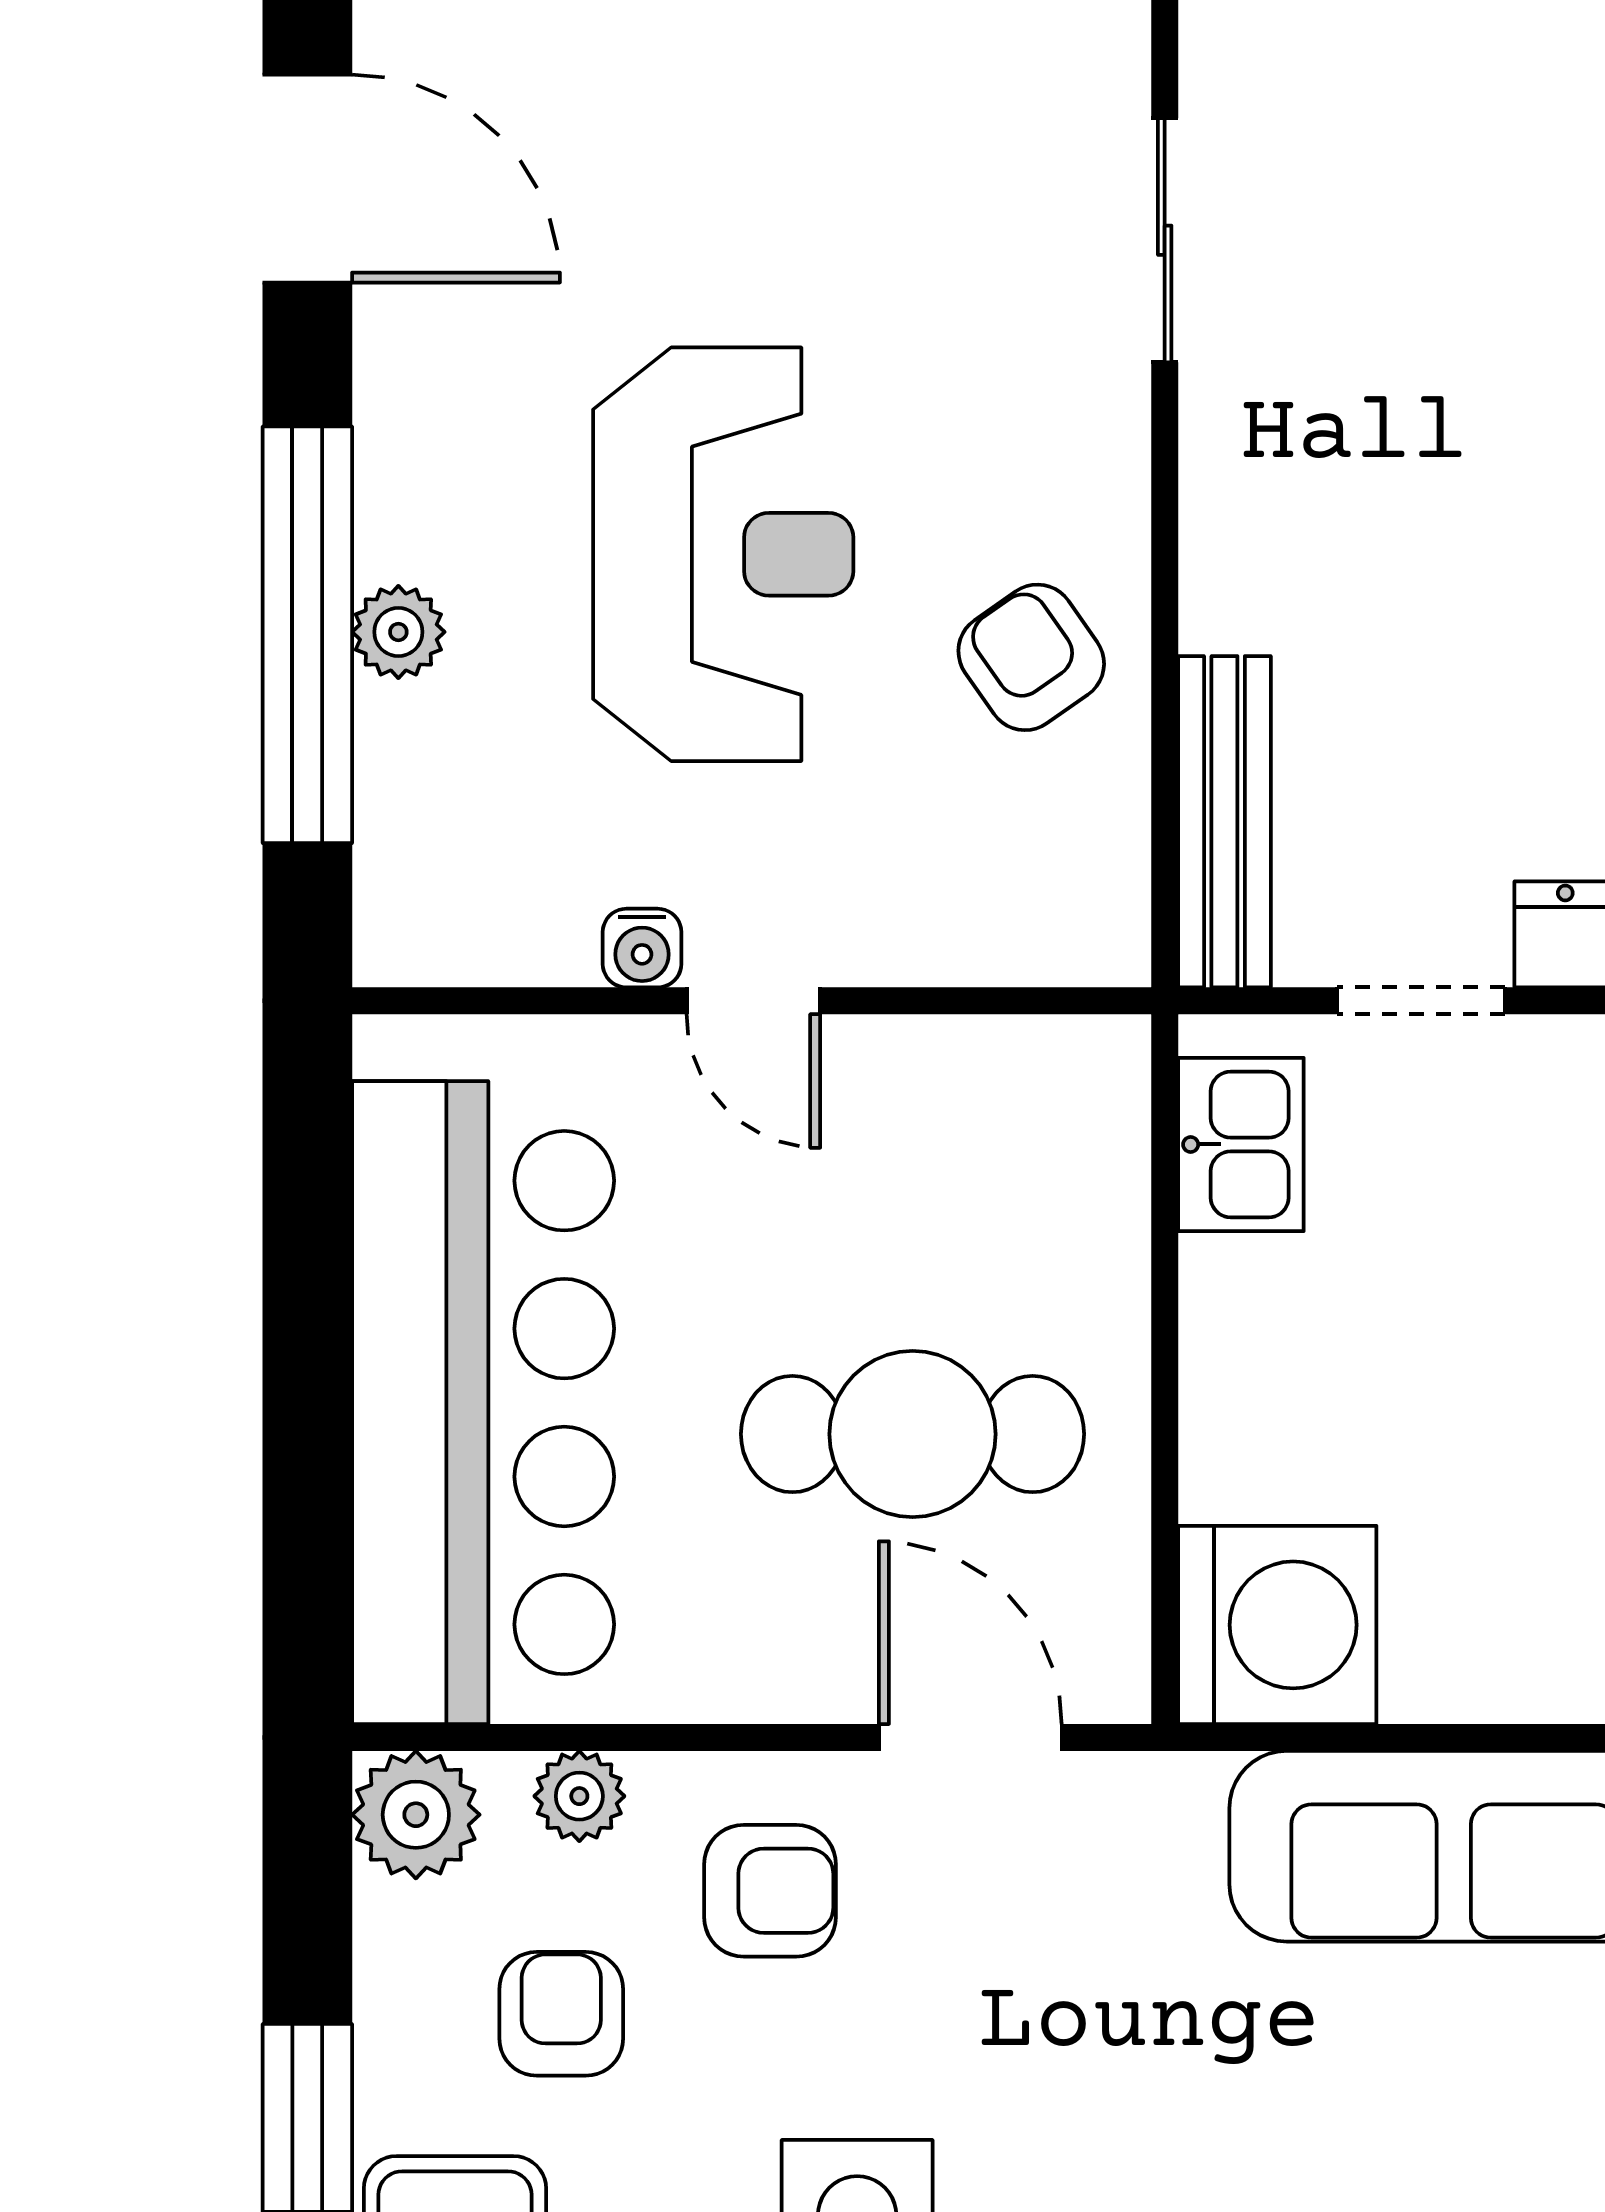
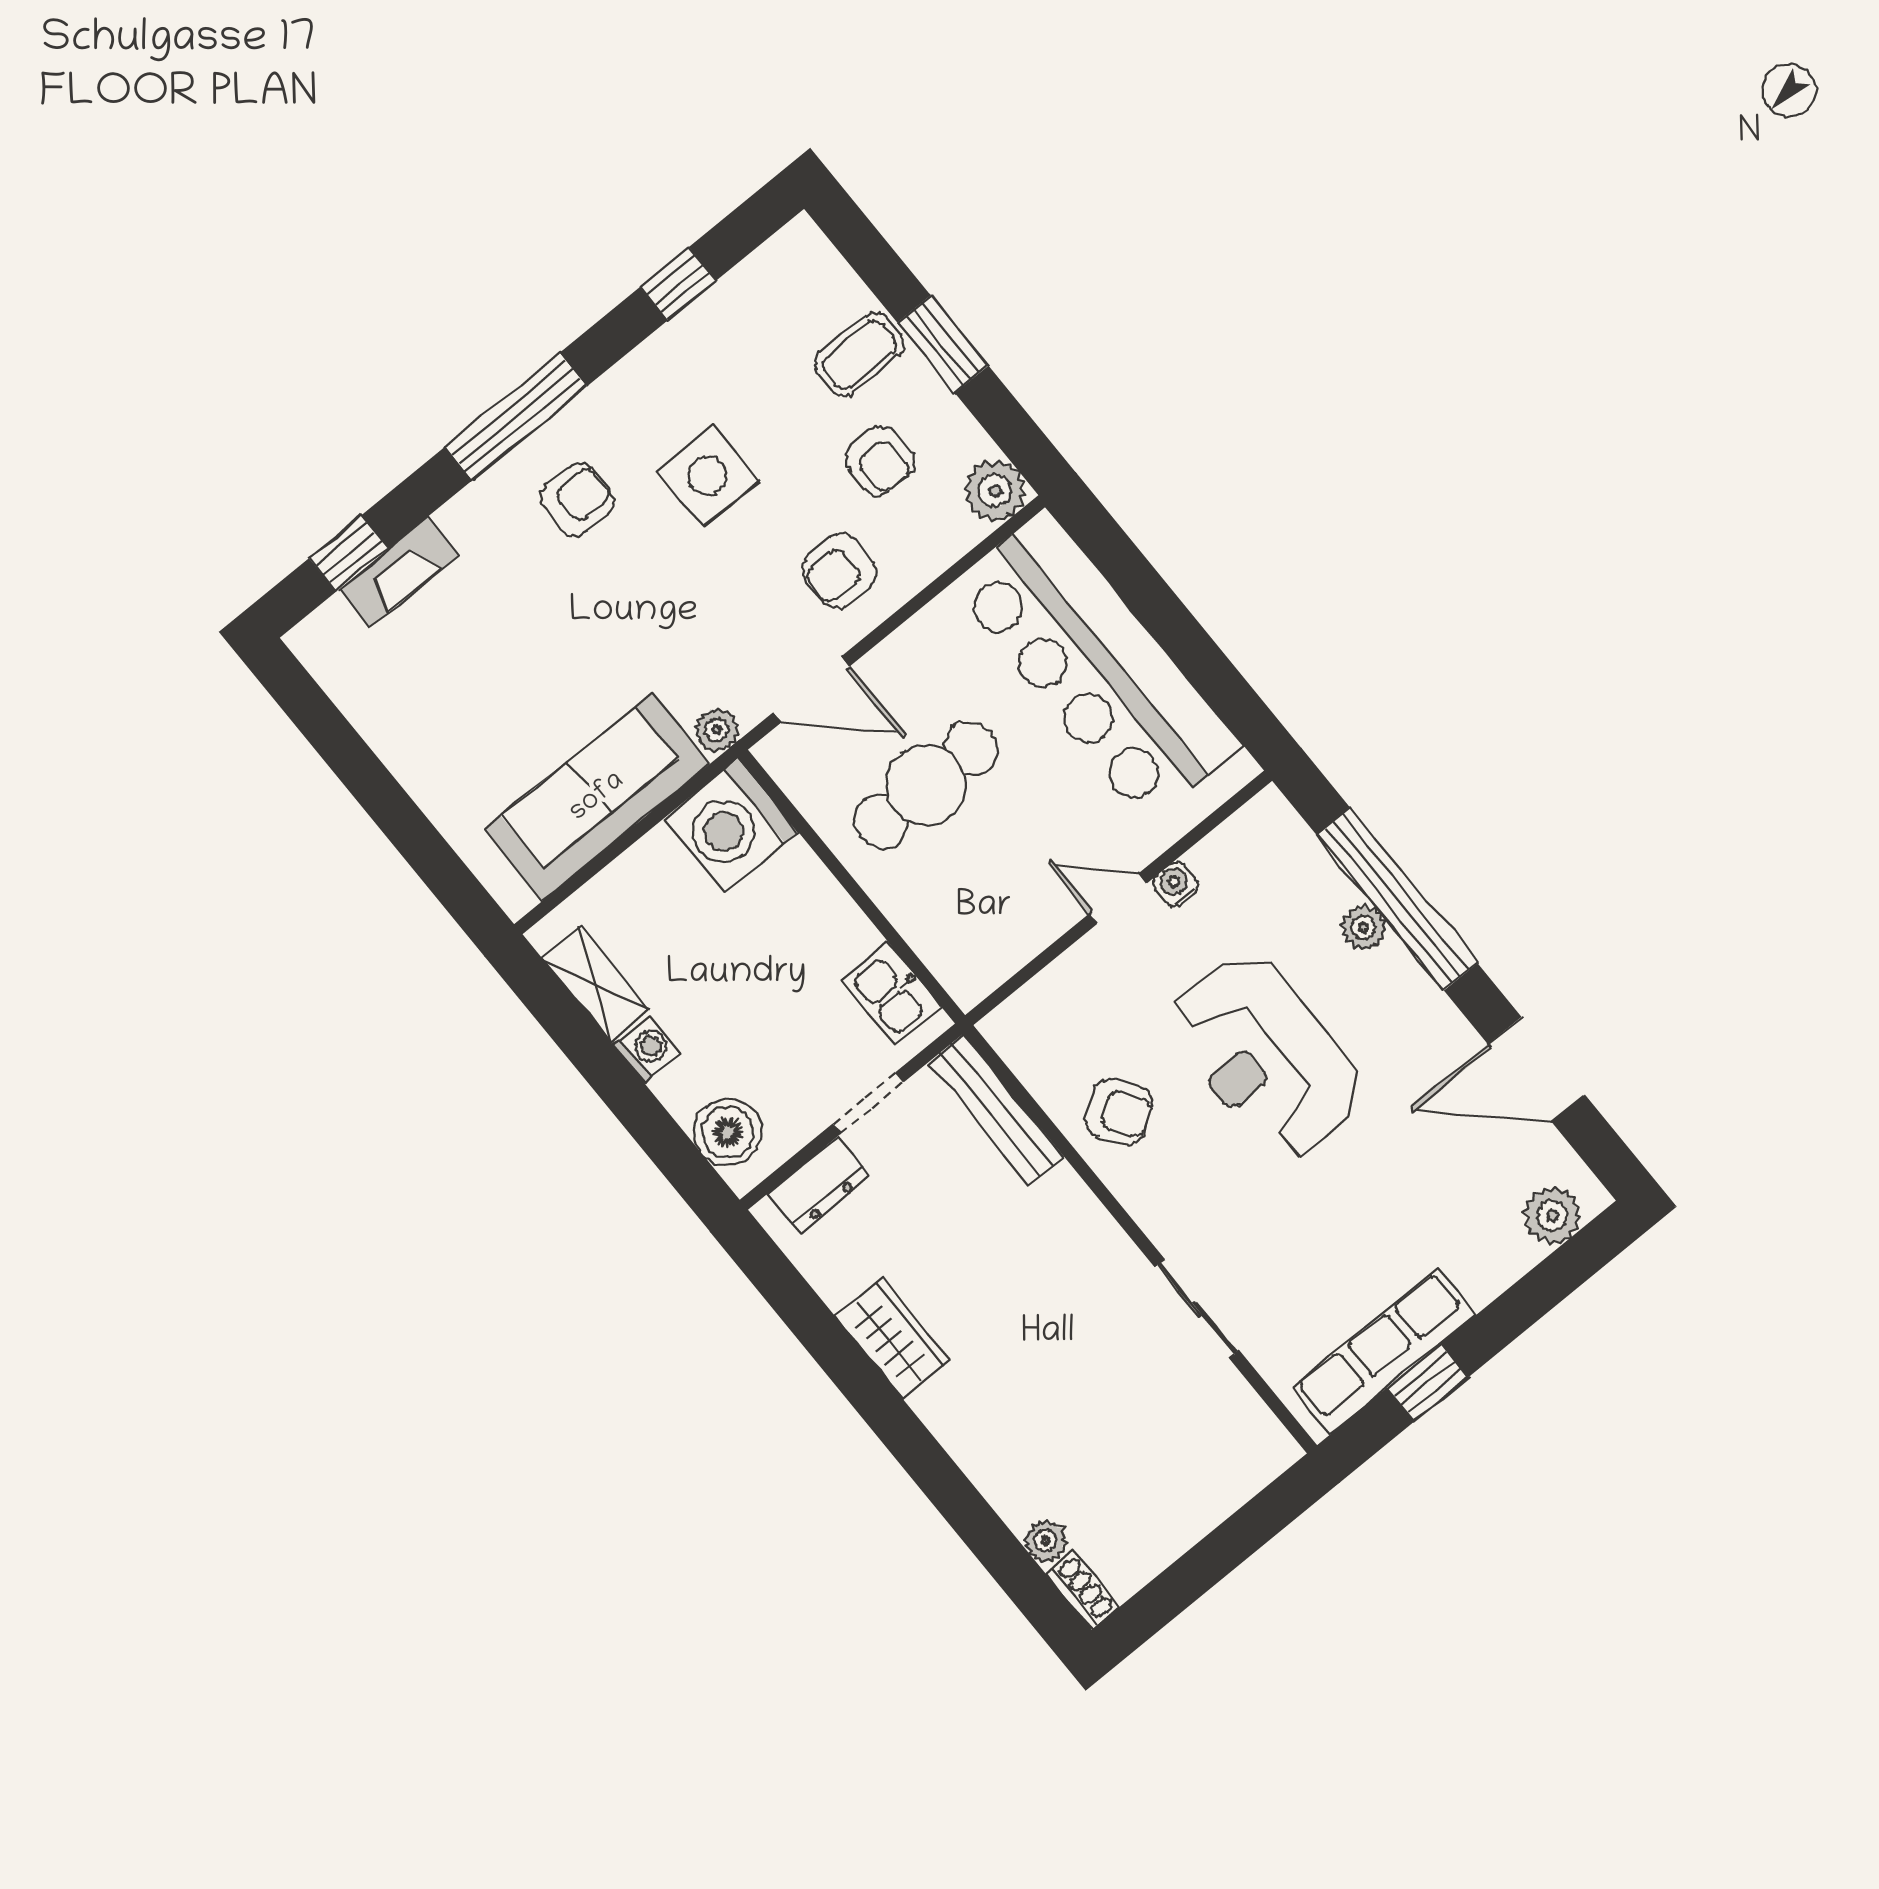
plant: (579, 1796) -> (717, 730), moved

